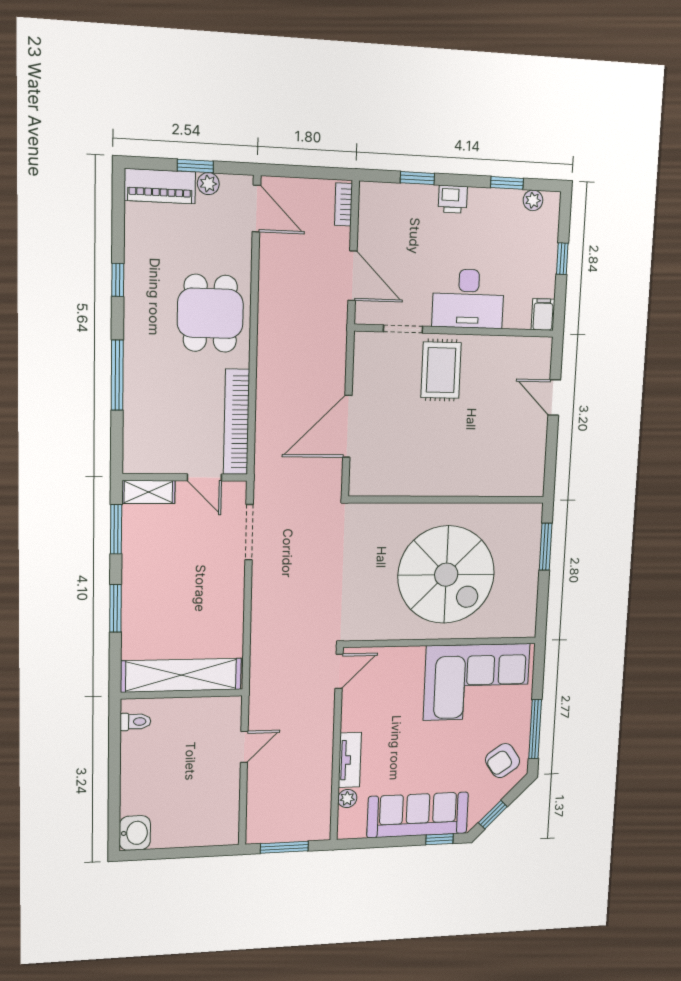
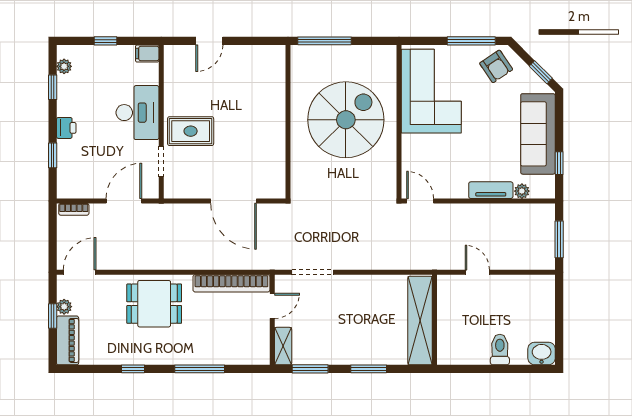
window: (546, 547) -> (324, 41), width x1.44
toilet: (135, 722) -> (500, 350), moved, width x1.37, depth x1.39
window: (440, 839) -> (559, 163), moved

